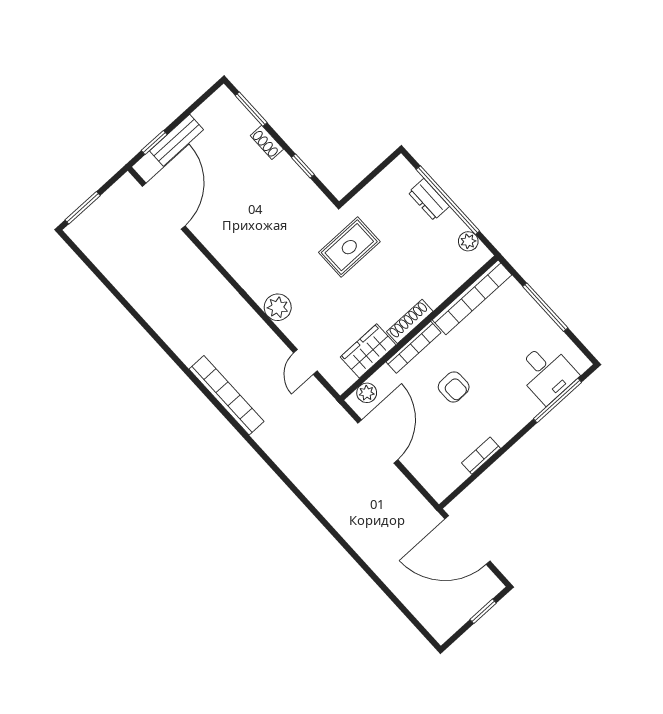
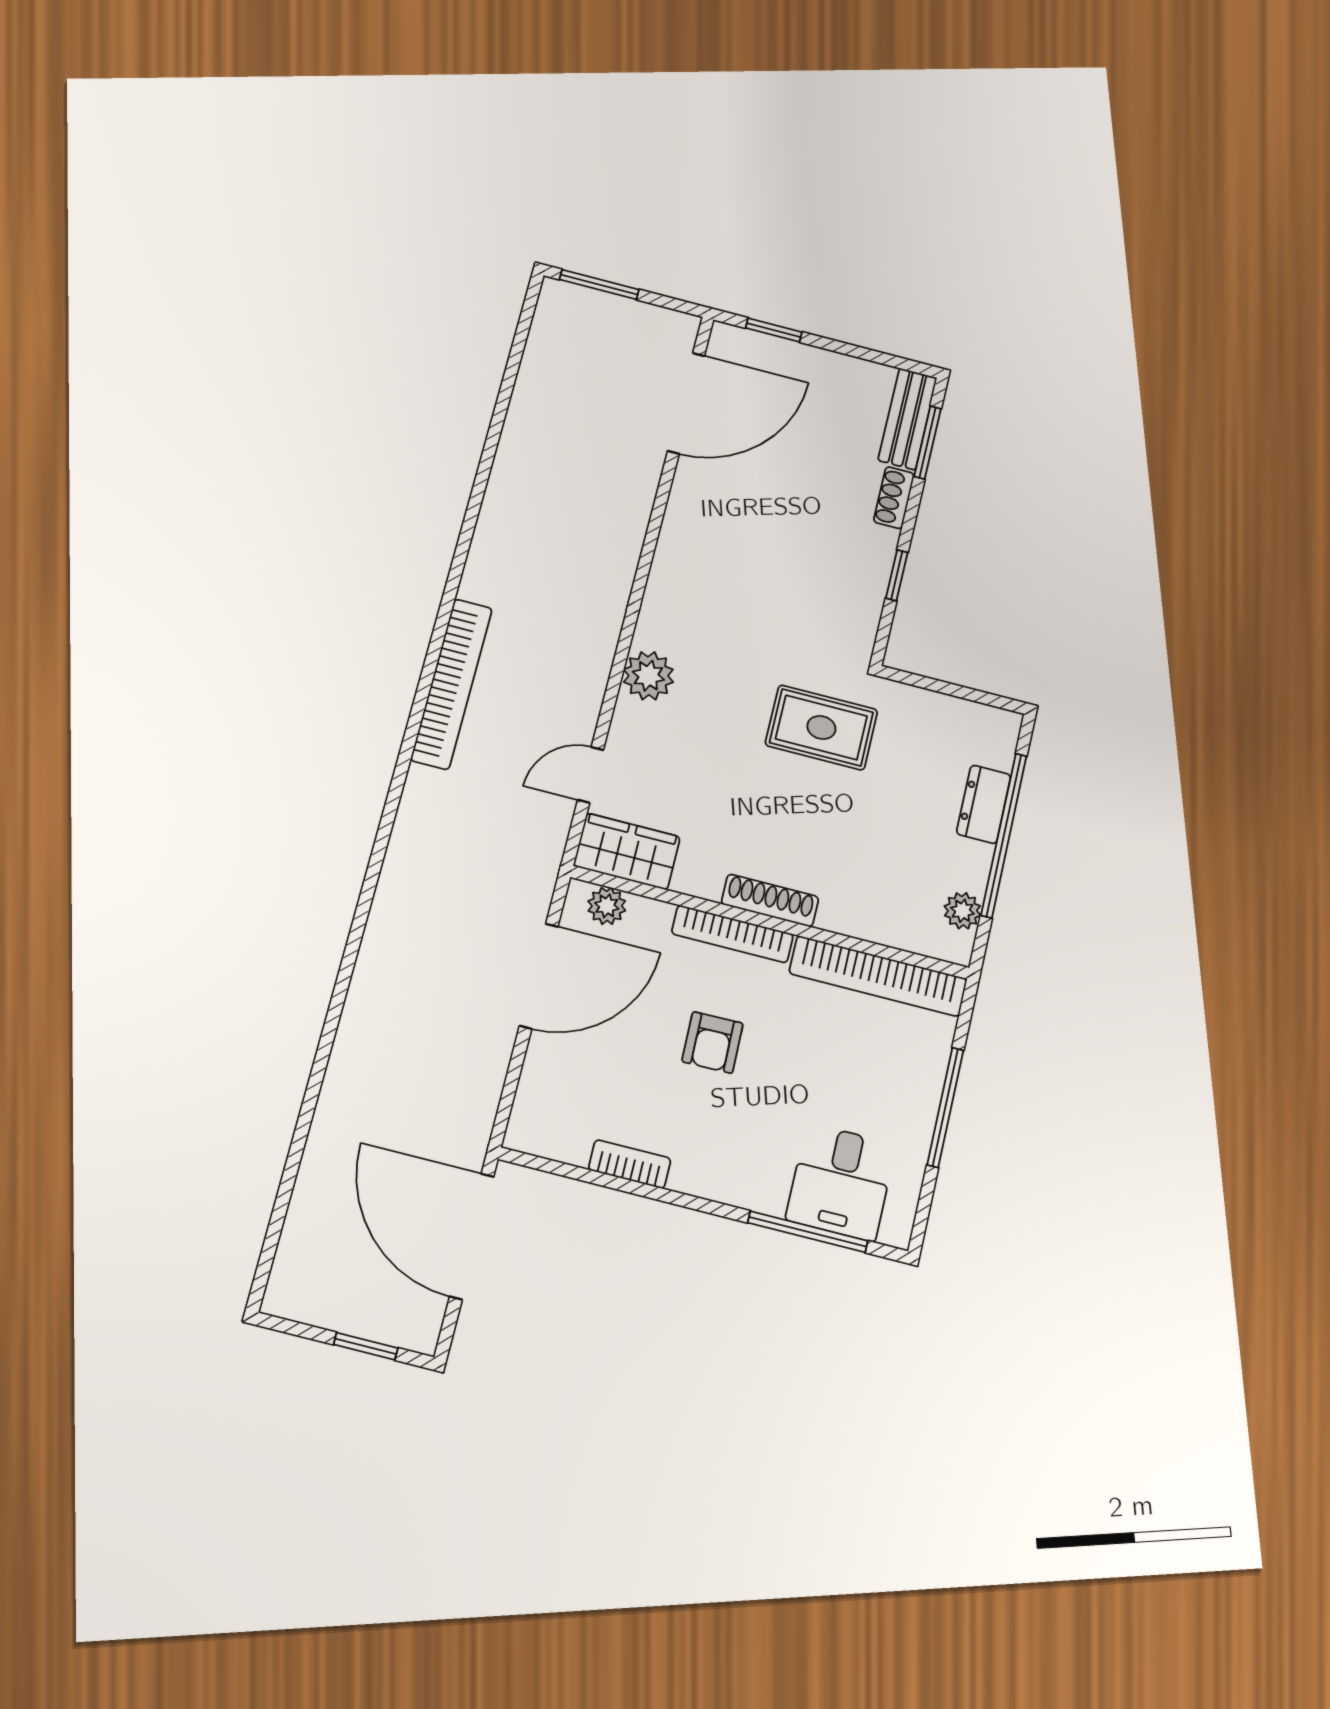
bench: (177, 140) -> (907, 419), moved, turned 90
wardrobe: (368, 351) -> (627, 851), moved

